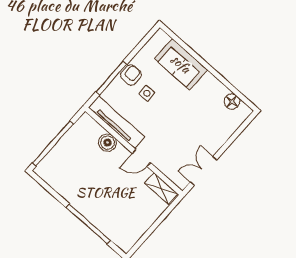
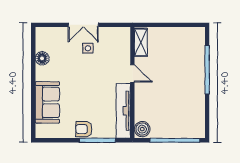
side table: (147, 93) -> (88, 48), moved
floor lamp: (232, 102) -> (42, 58), moved
boiler: (107, 143) -> (142, 129), moved
double door: (204, 171) -> (83, 25), moved

